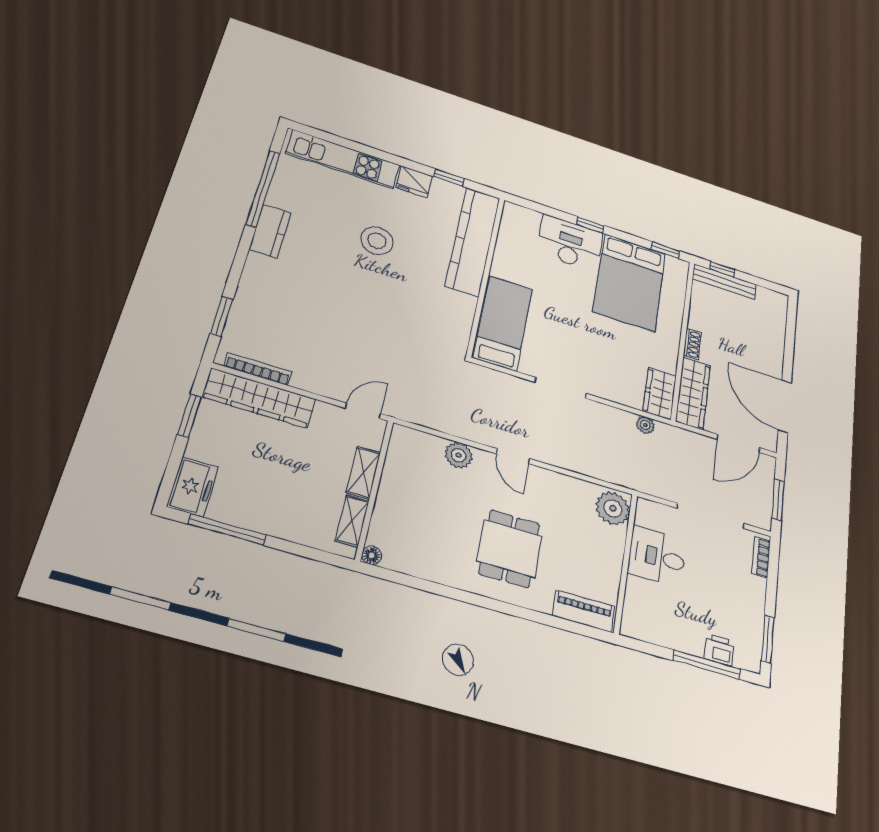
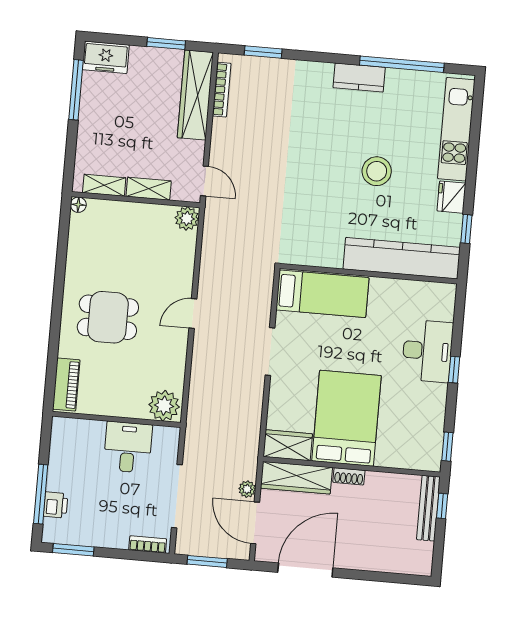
bed: (629, 282) -> (347, 418), moved, turned 90
plant: (645, 425) -> (247, 489), moved
plant: (459, 455) -> (187, 218), moved

